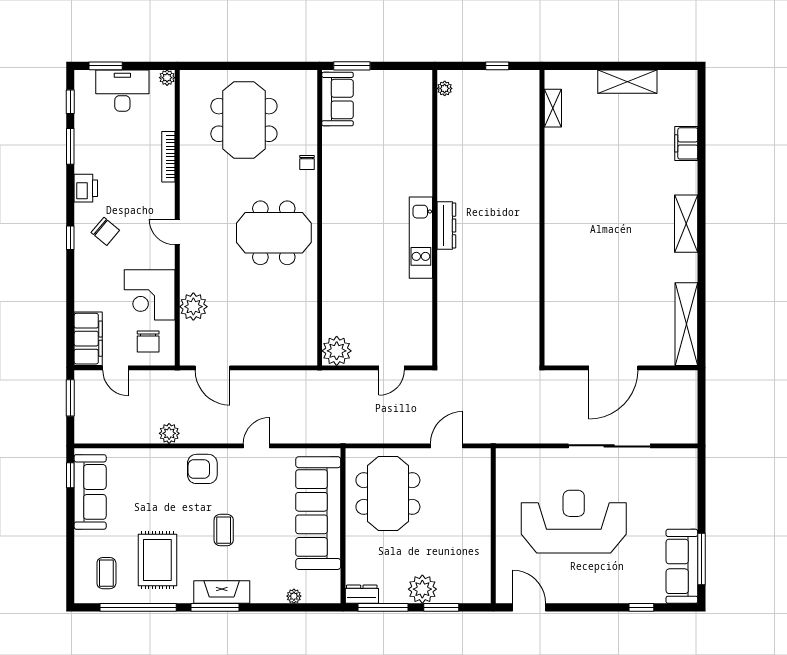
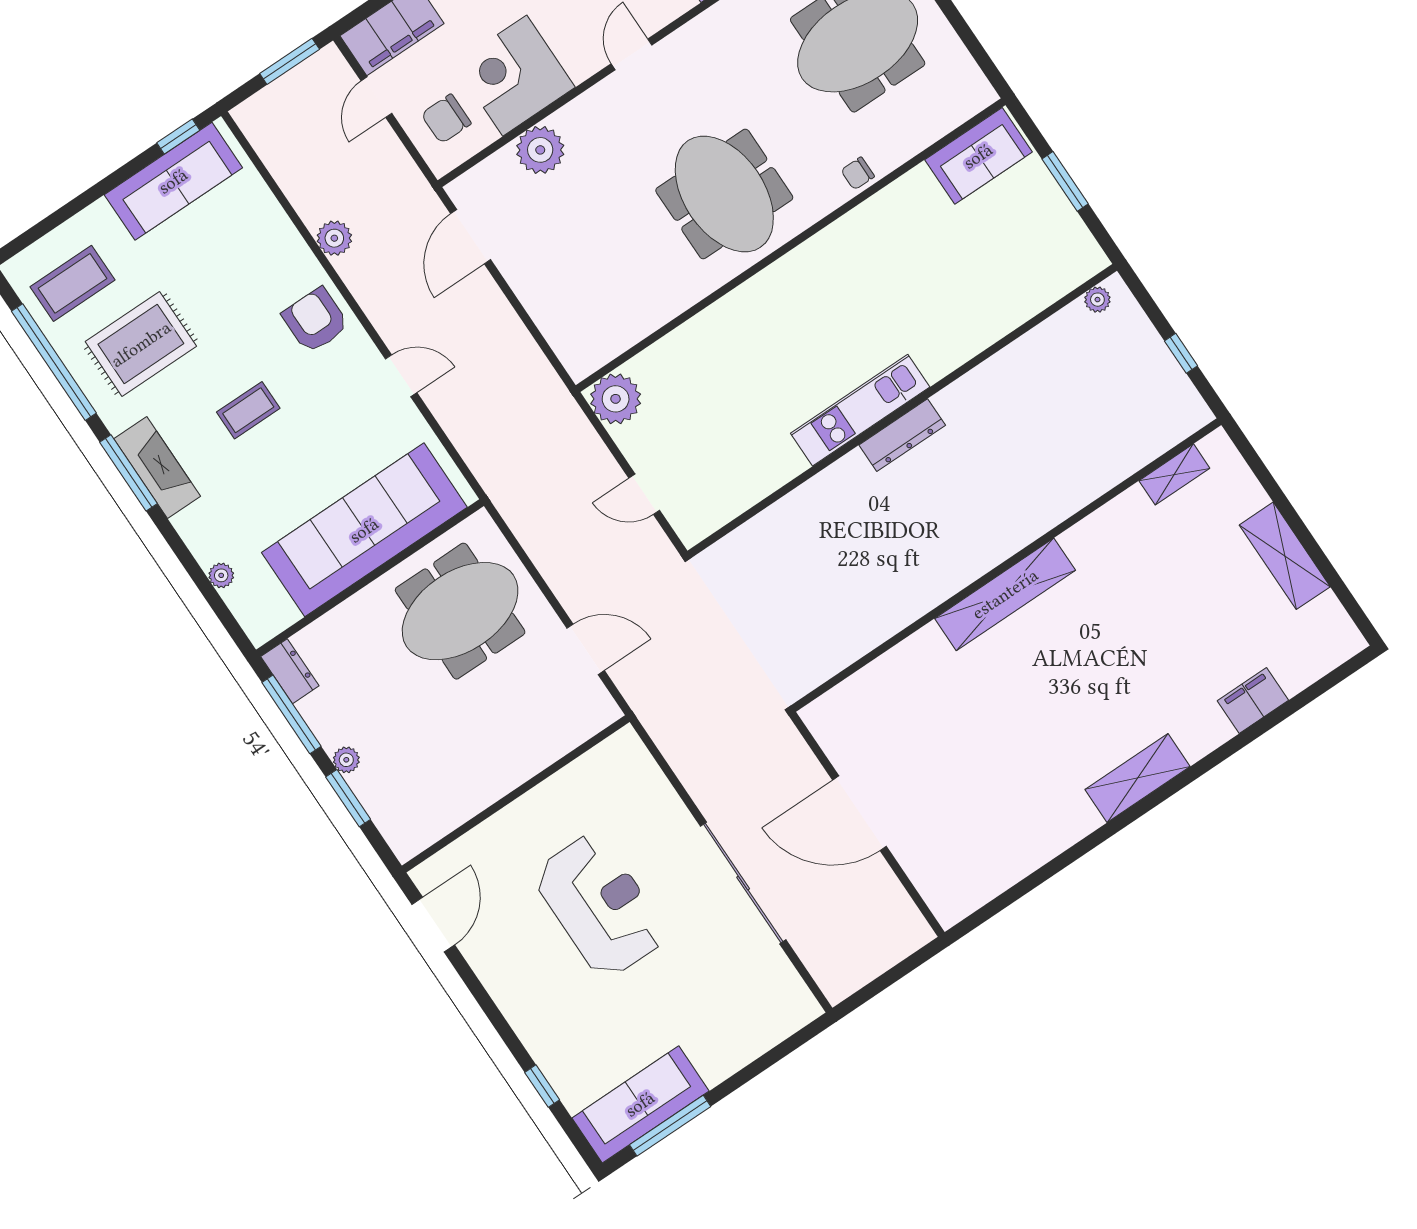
window: (352, 66) -> (1065, 181), moved
shelving: (686, 324) -> (1005, 594), moved
reception desk: (574, 522) -> (600, 905), width x0.74, depth x0.77
coffee table: (106, 573) -> (73, 283), width x1.36, depth x1.30
plant: (422, 589) -> (346, 760), width x0.53, depth x0.53

